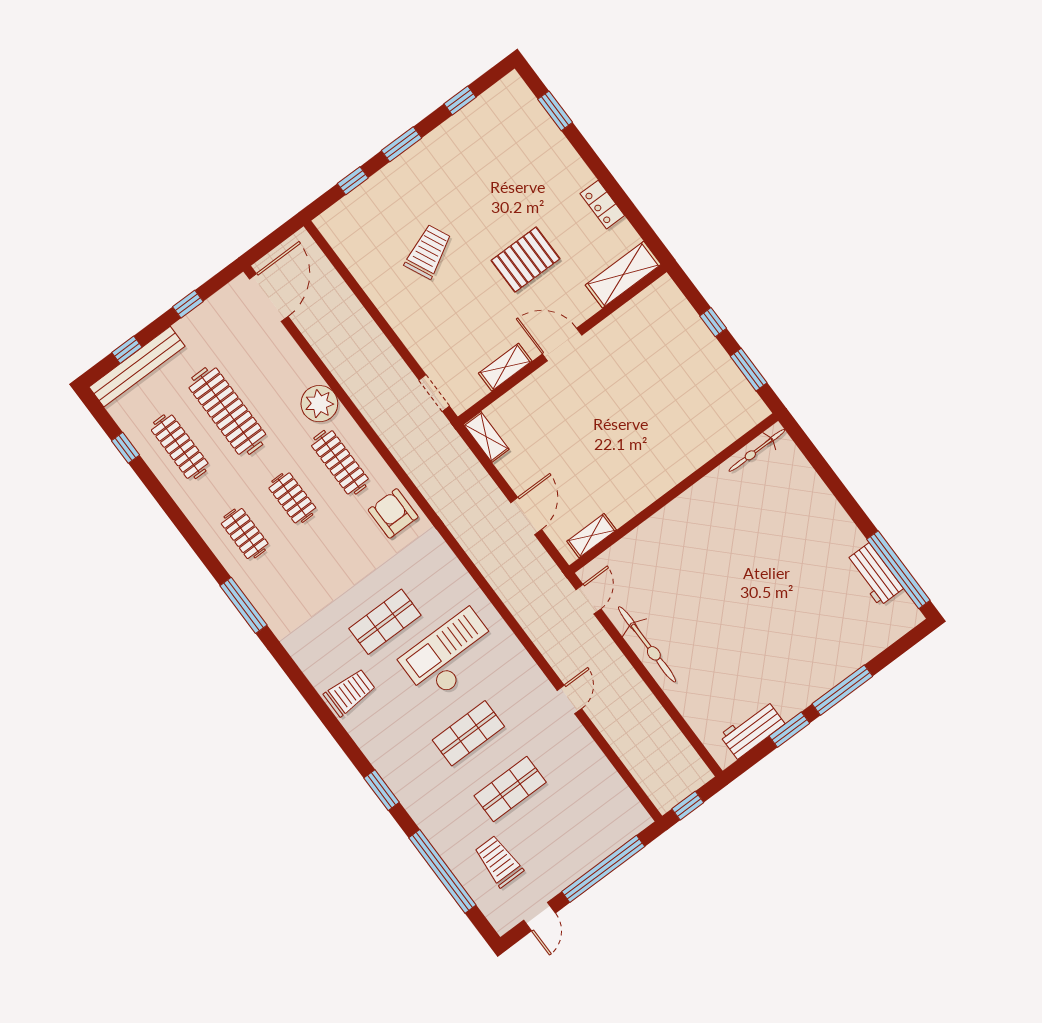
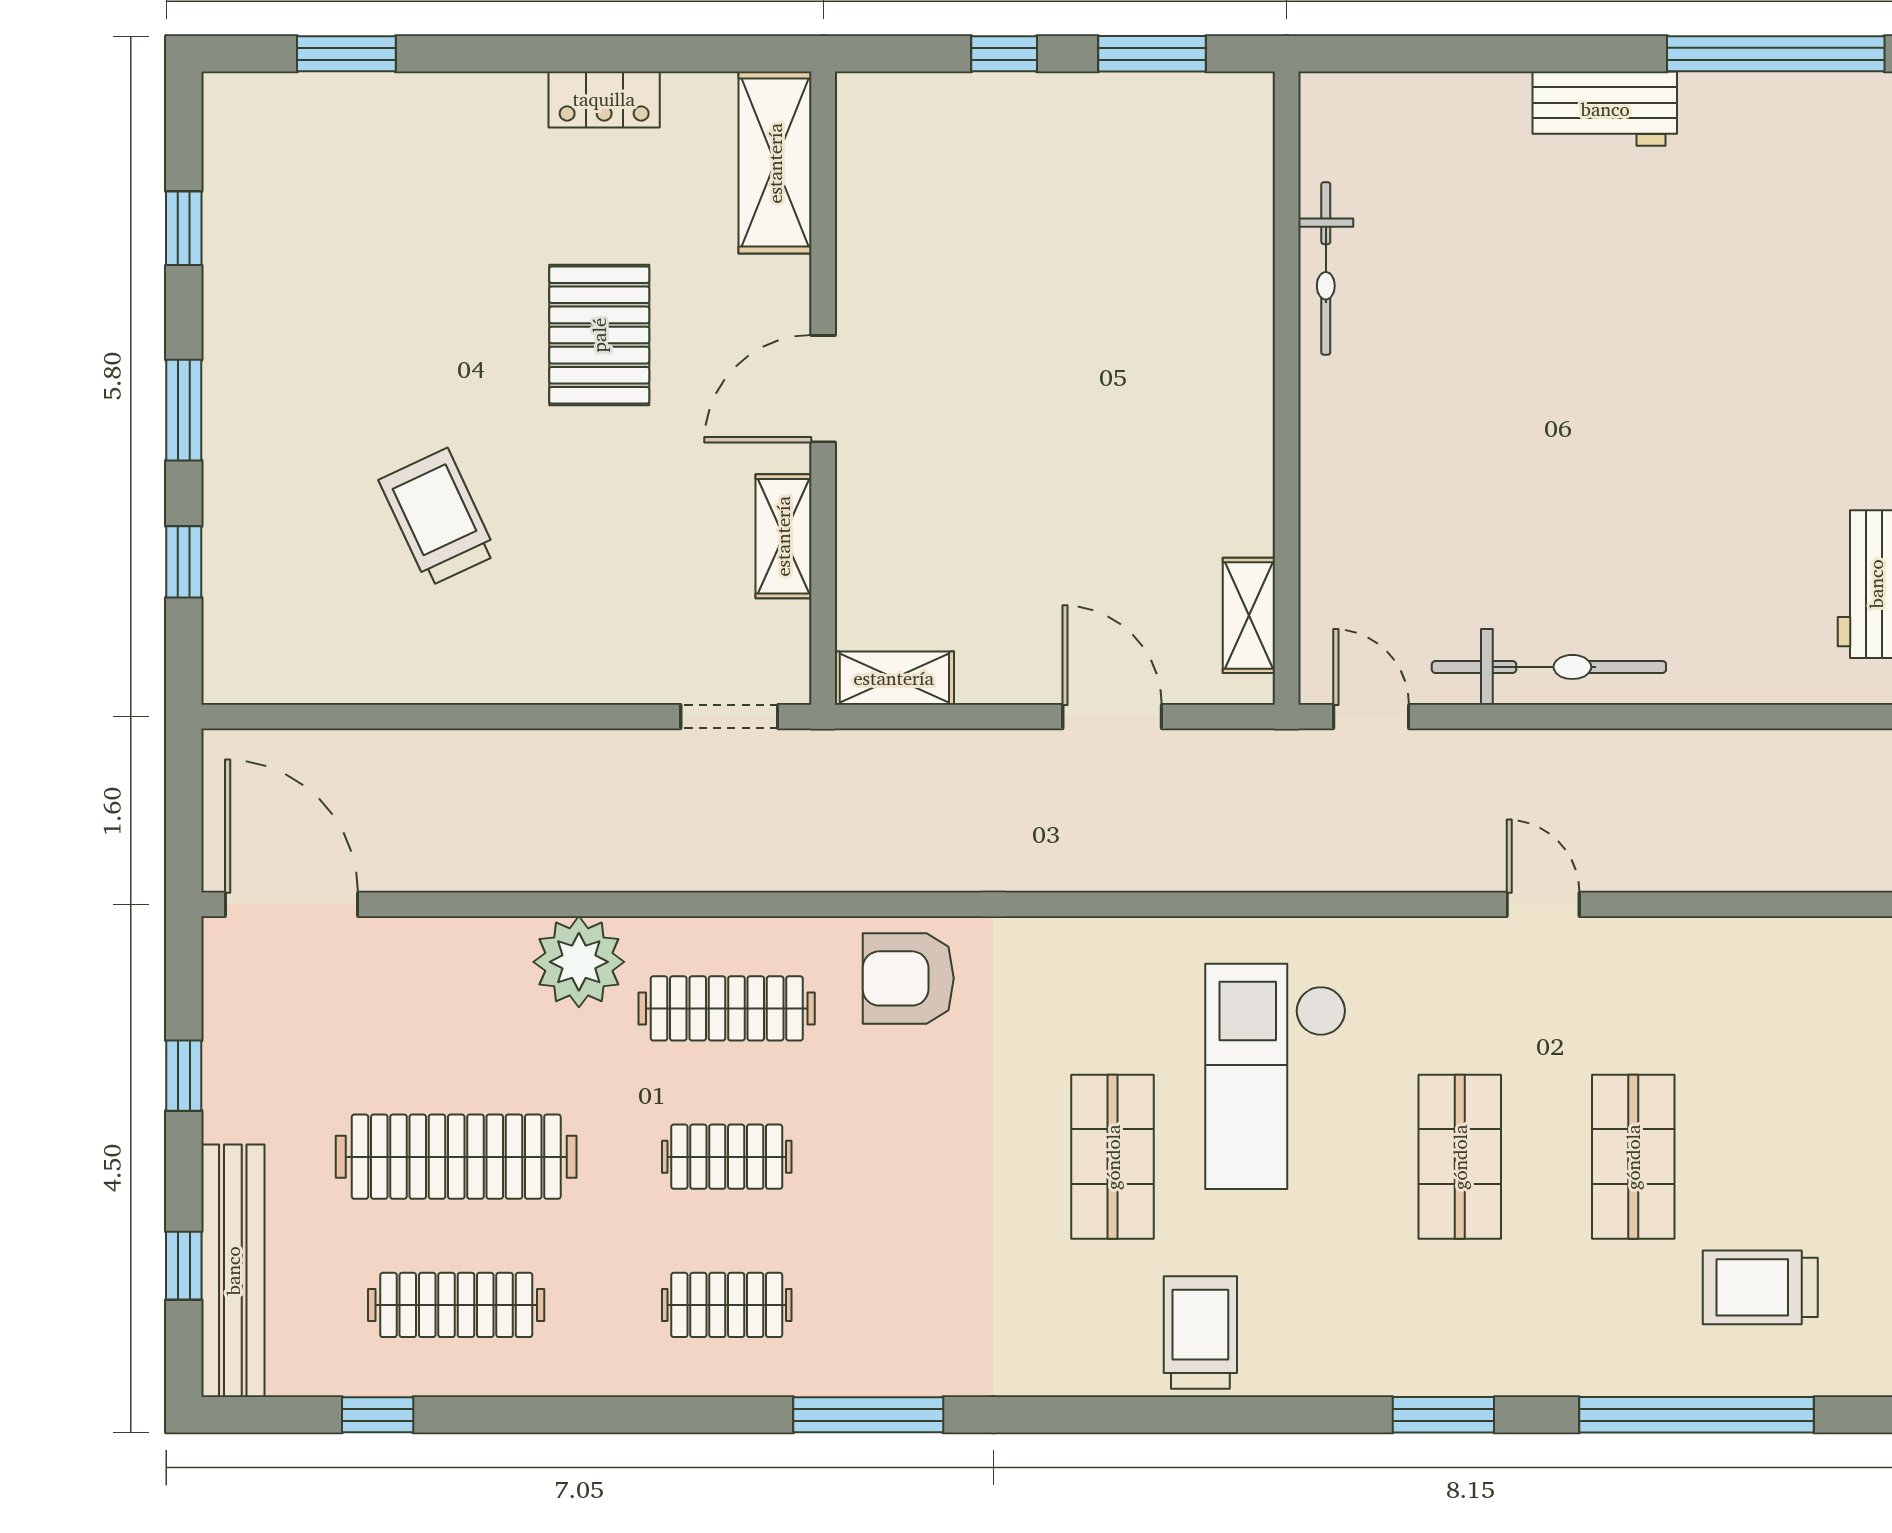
bicycle: (757, 450) -> (1326, 268), moved
workbench: (874, 574) -> (1605, 109), moved

